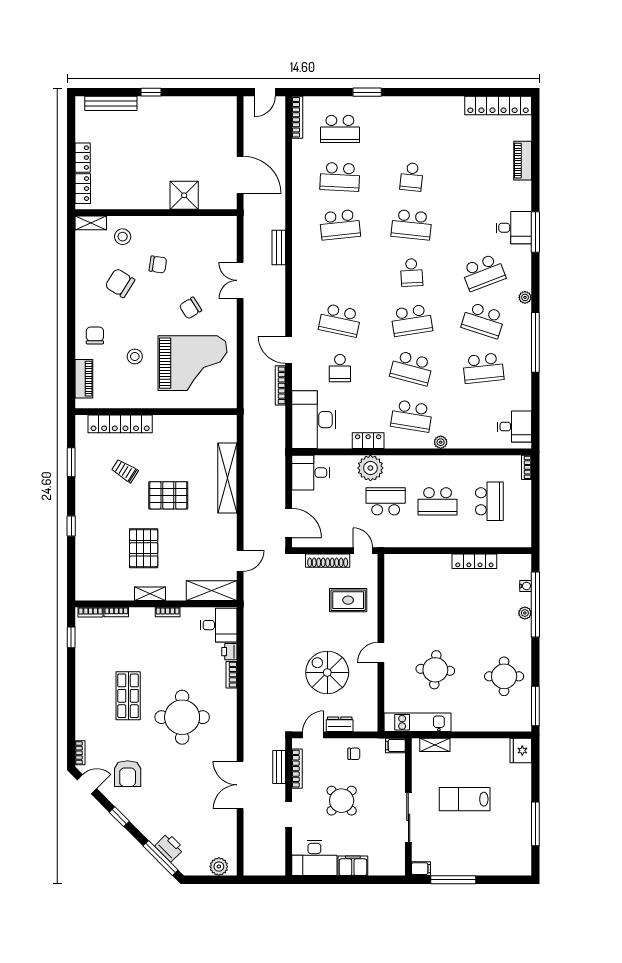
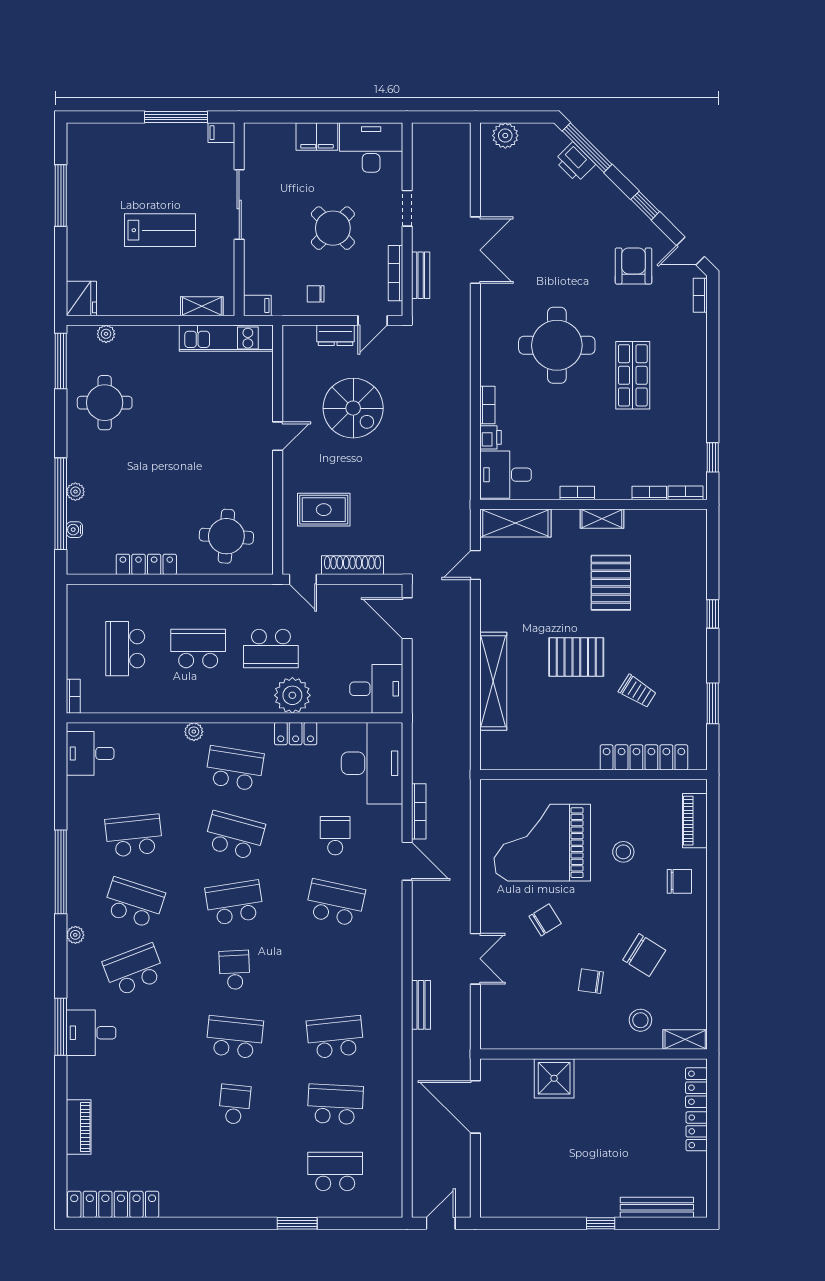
bookcase: (297, 117) -> (395, 1188), removed
chair: (95, 336) -> (679, 881), turned -90
round table: (435, 670) -> (226, 536), moved
plant: (503, 725) -> (106, 334), added

